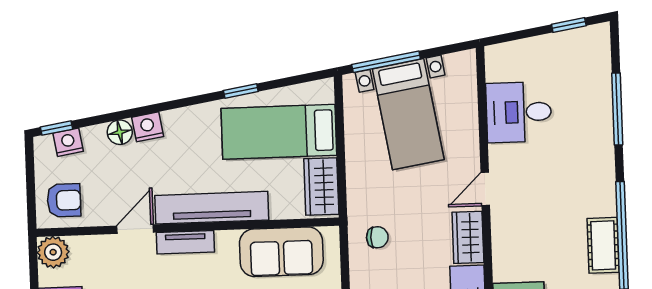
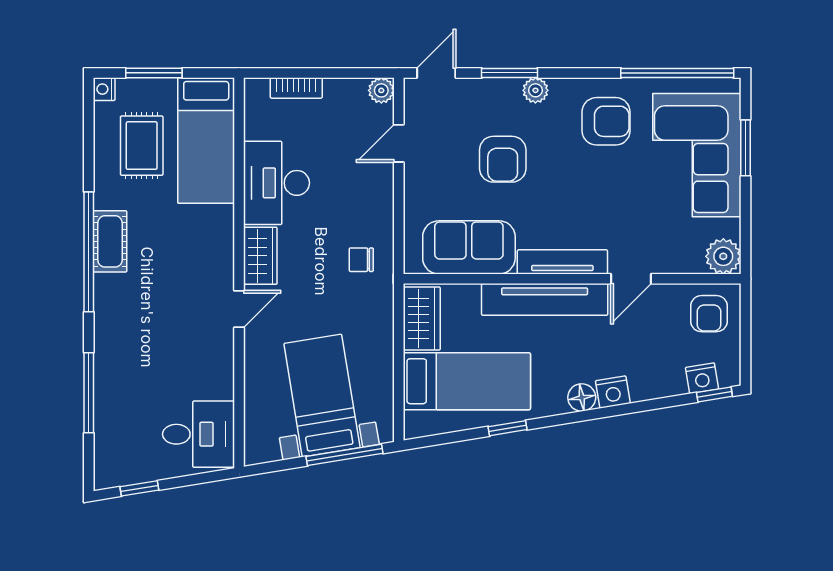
desk: (519, 112) -> (199, 434), moved
floor lamp: (120, 132) -> (582, 397), moved
armchair: (64, 200) -> (709, 314), turned -90
tv unit: (185, 242) -> (562, 262), width x1.41

